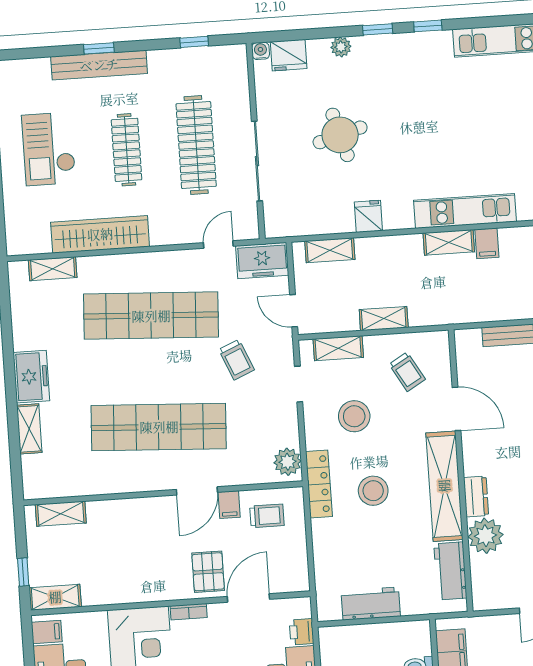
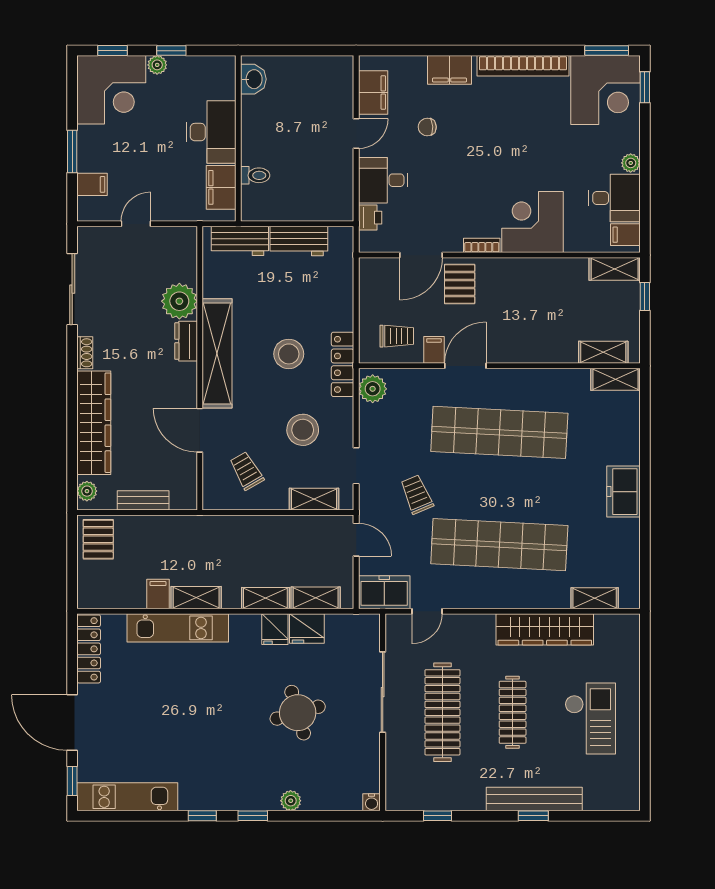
fridge: (289, 55) -> (307, 628), moved, turned 180
shelving: (384, 319) -> (265, 598), moved
shelving: (29, 429) -> (615, 379), moved, turned 90
trolley: (267, 516) -> (397, 336), turned 180
workbench: (450, 571) -> (240, 241), moved, turned 90

